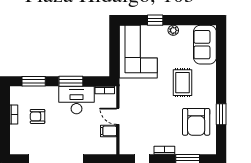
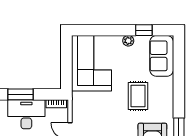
window: (155, 20) -> (144, 30), moved

